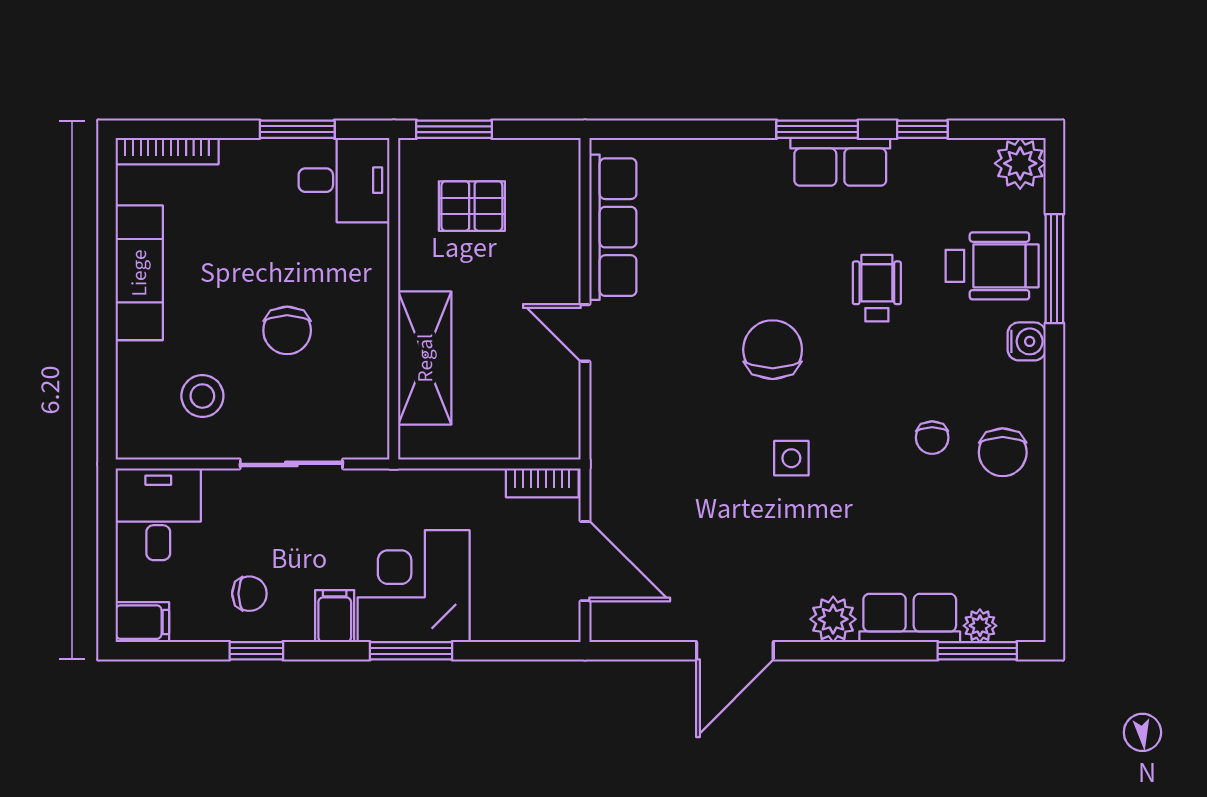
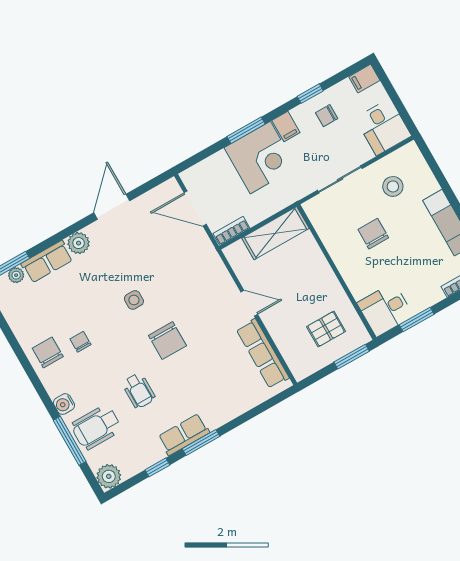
shelving: (425, 358) -> (275, 233), moved, turned 90

